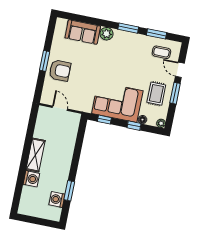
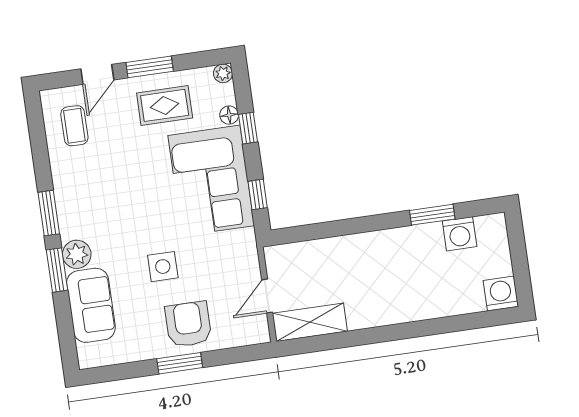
window: (157, 34) -> (57, 270), moved
side table: (88, 68) -> (163, 267), added
shelving: (36, 155) -> (310, 322), moved
washing machine: (31, 179) -> (501, 294), moved

